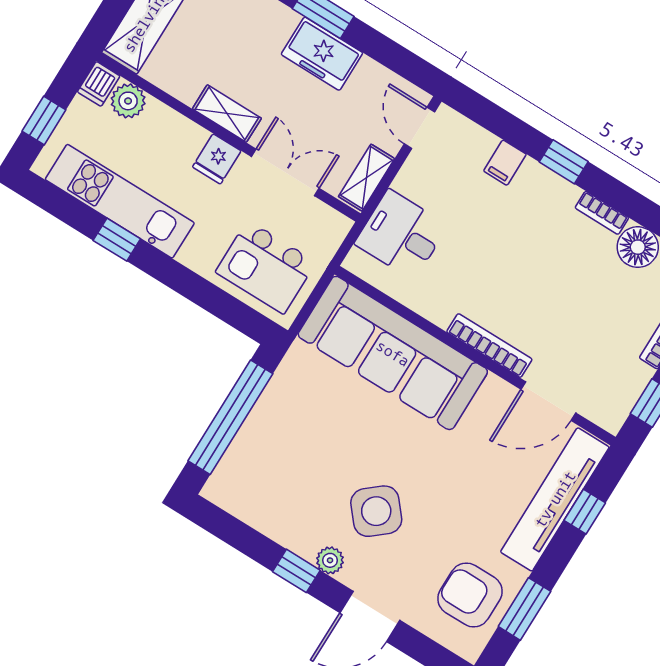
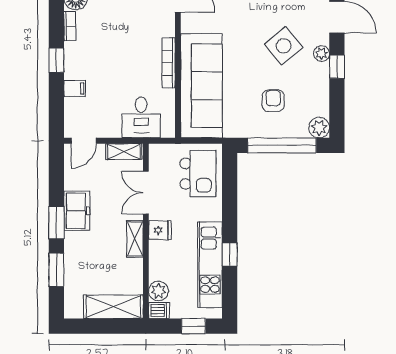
bookcase: (489, 346) -> (169, 63), moved
armchair: (305, 445) -> (273, 101), added
plant: (223, 489) -> (319, 128), added

